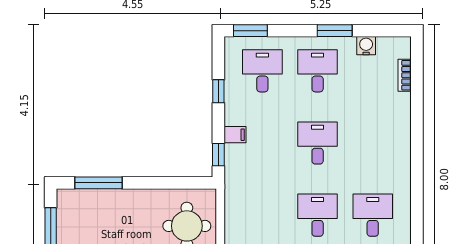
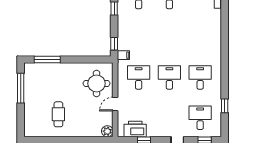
filing cabinet: (235, 135) -> (123, 55), moved
desk: (318, 143) -> (139, 77), moved

